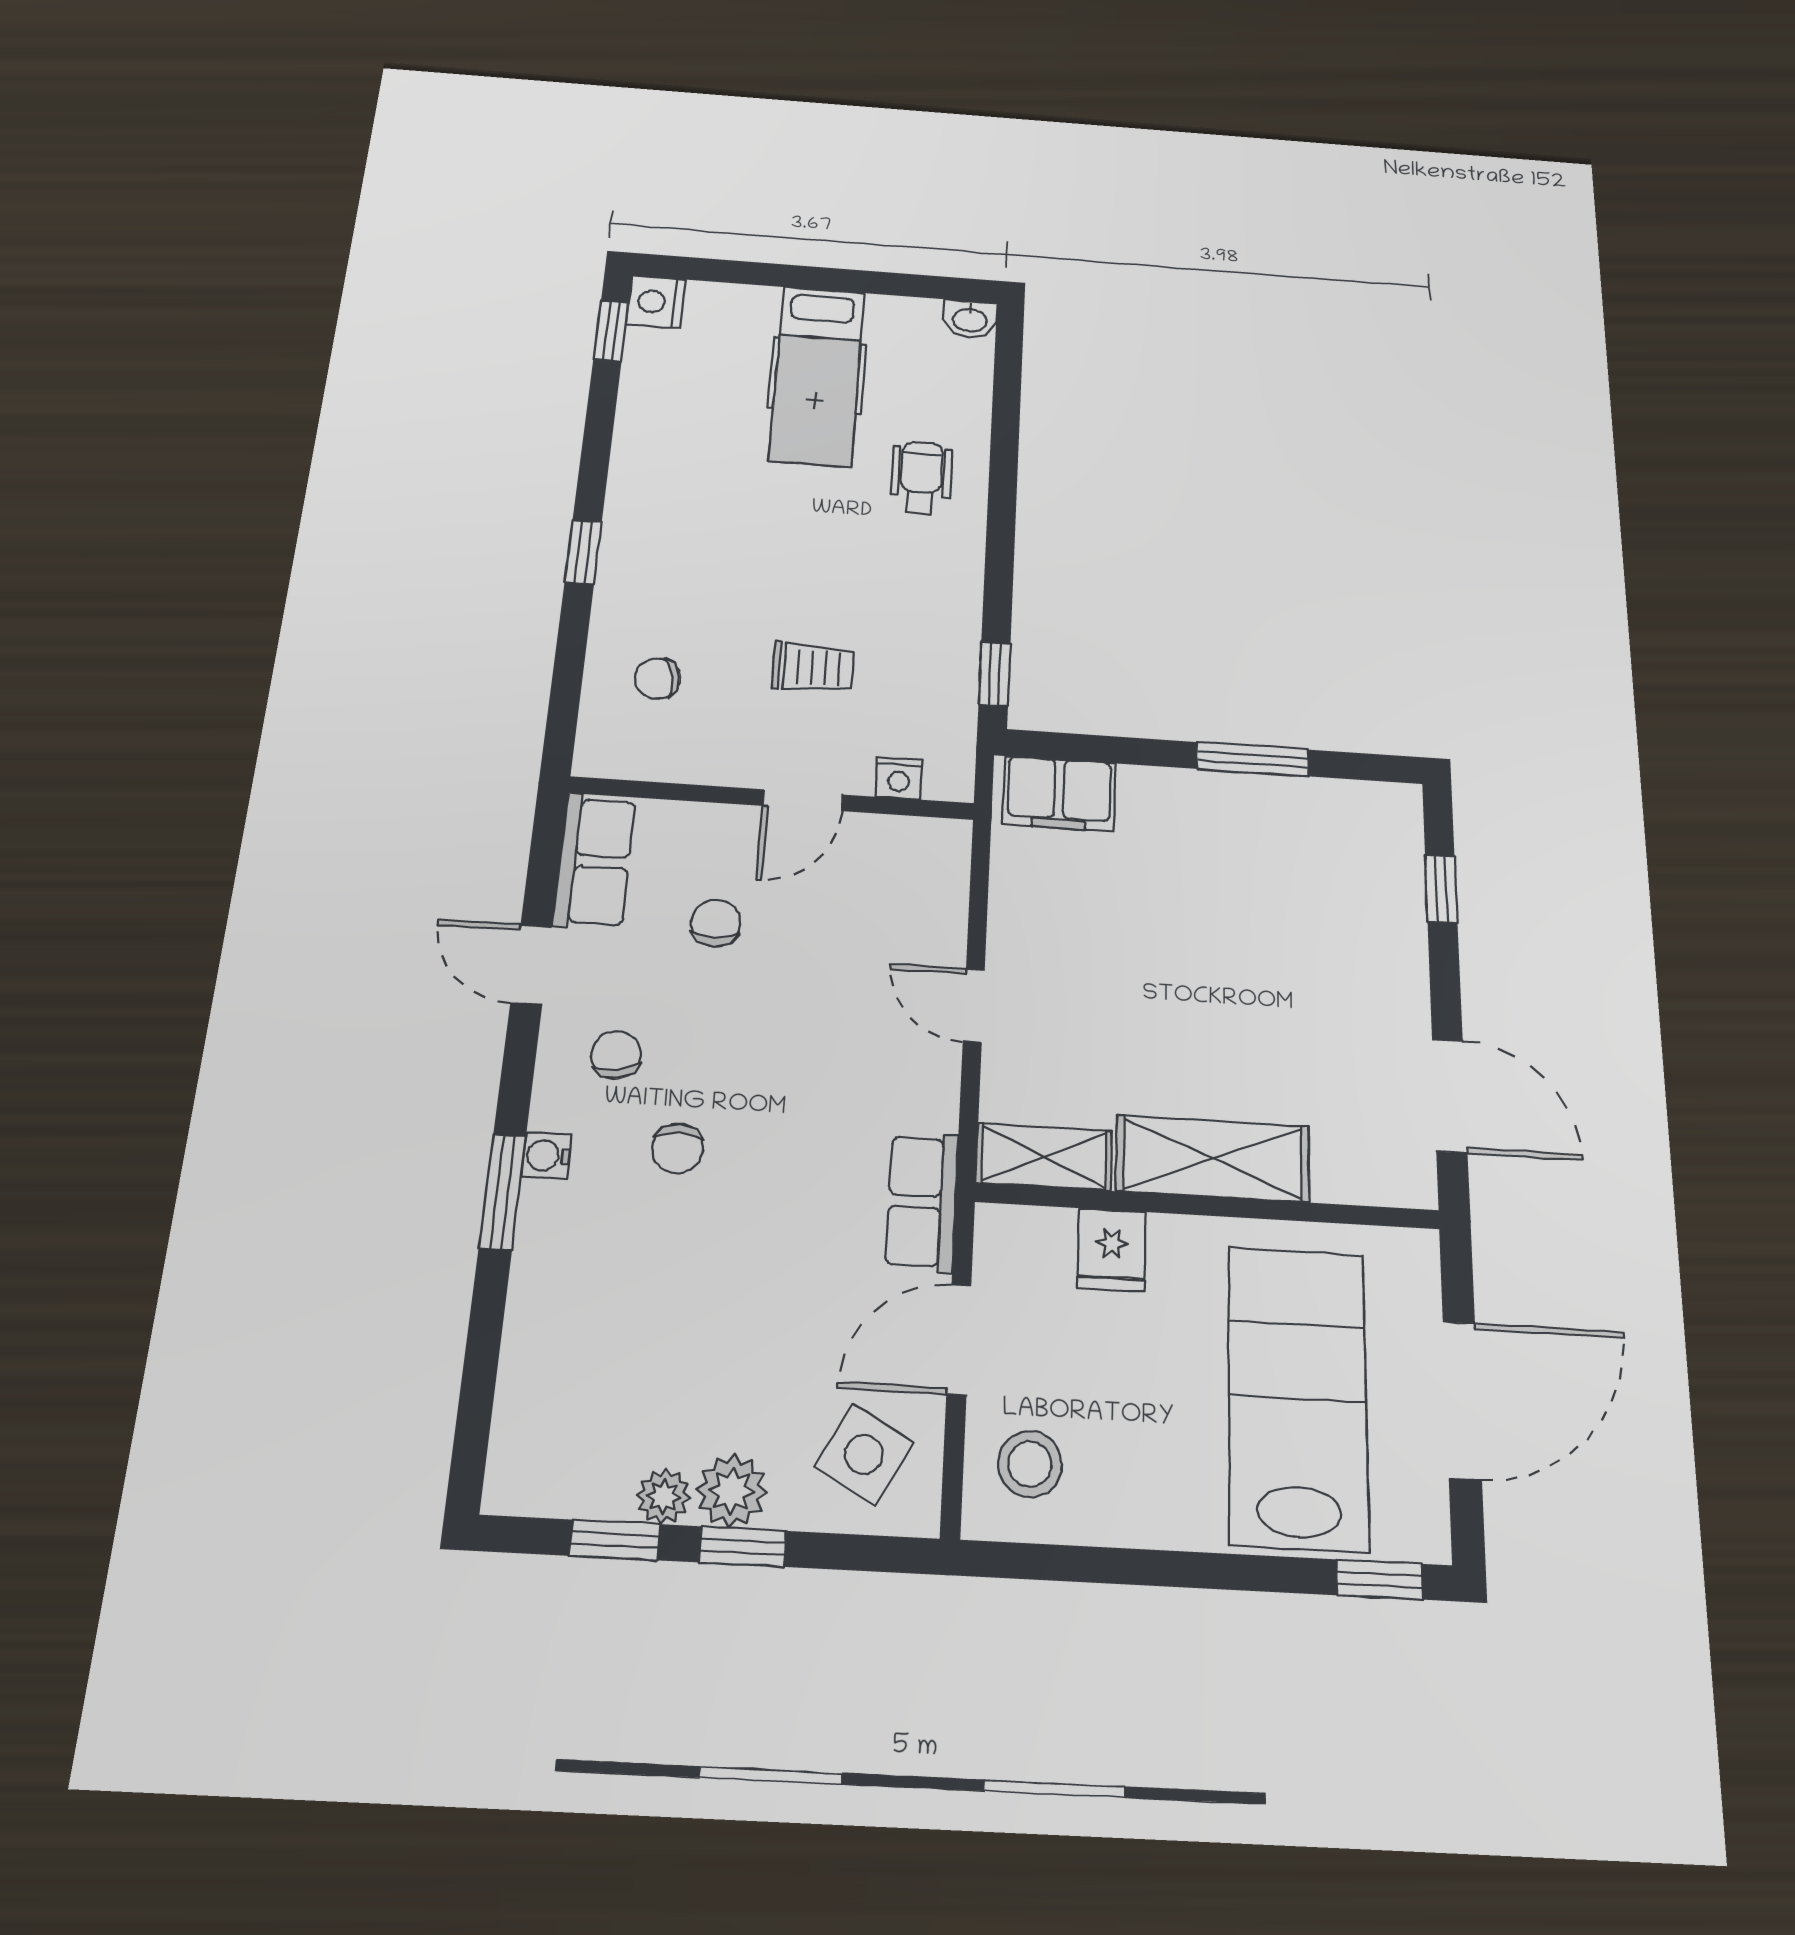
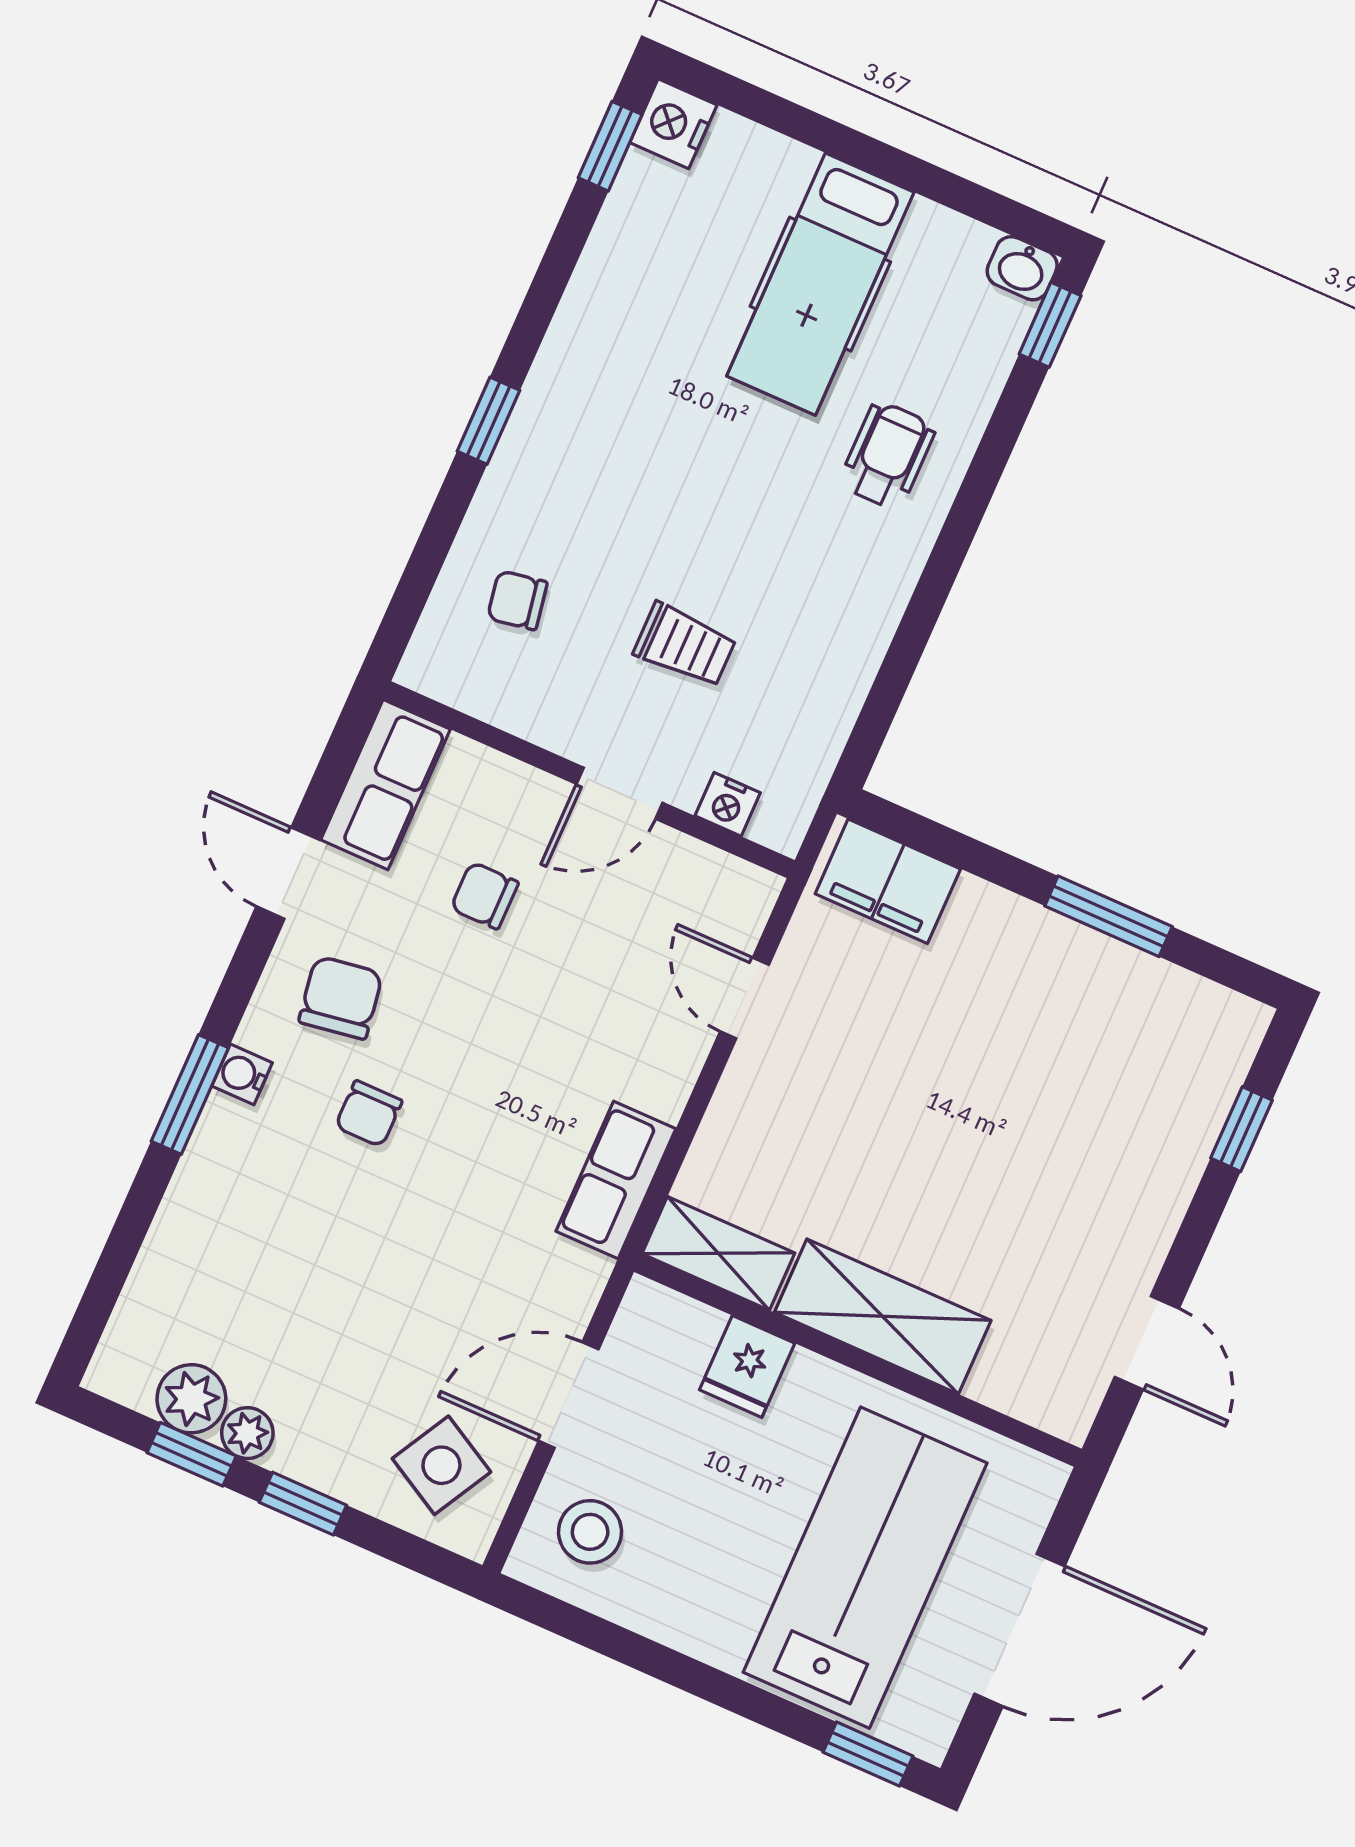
window: (995, 674) -> (1050, 325), moved
chair: (716, 923) -> (485, 895), turned -90
door: (974, 1005) -> (744, 998), moved
chair: (616, 1055) -> (341, 998), width x1.37, depth x1.37
door: (1450, 1096) -> (1147, 1343), width x0.73
row of seats: (922, 1202) -> (616, 1180), moved
plant: (732, 1491) -> (191, 1399), moved

